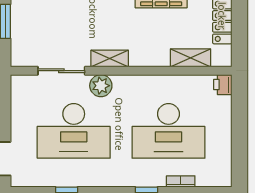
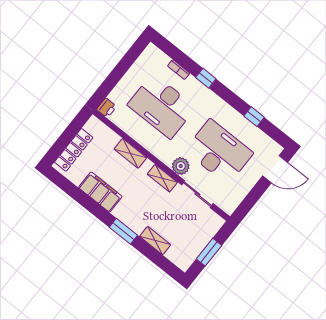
shelving: (190, 58) -> (130, 153), moved
desk: (168, 131) -> (162, 106), turned 180

